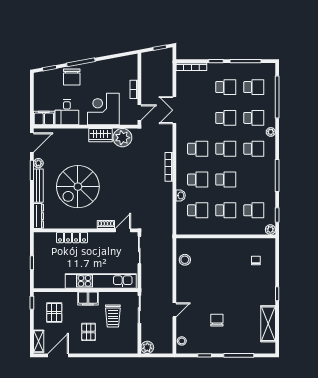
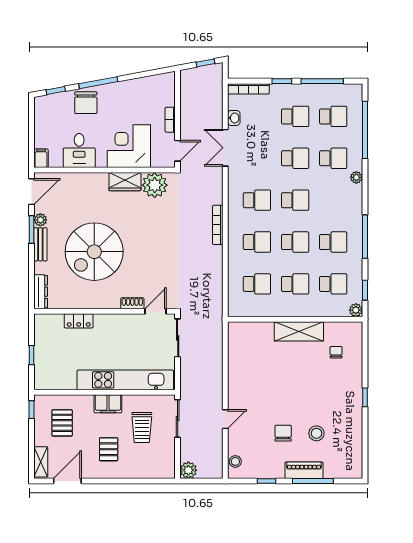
filing cabinet: (44, 118) -> (41, 158), width x0.50
school desk: (254, 149) -> (333, 242), moved
bench: (38, 186) -> (40, 244), width x0.73
washbasin: (181, 195) -> (234, 118), moved
locker: (72, 238) -> (79, 321), width x0.66
stool: (185, 260) -> (316, 433), moved
shelving: (268, 324) -> (299, 331), moved, turned 90
piano: (232, 347) -> (304, 470), added

